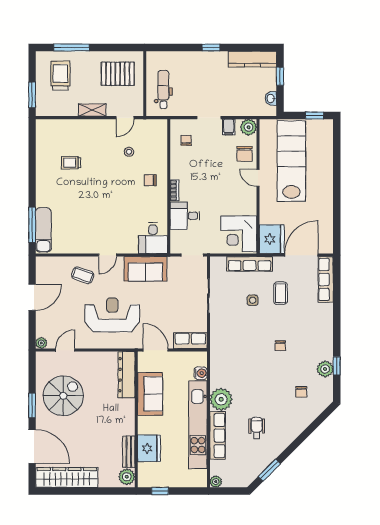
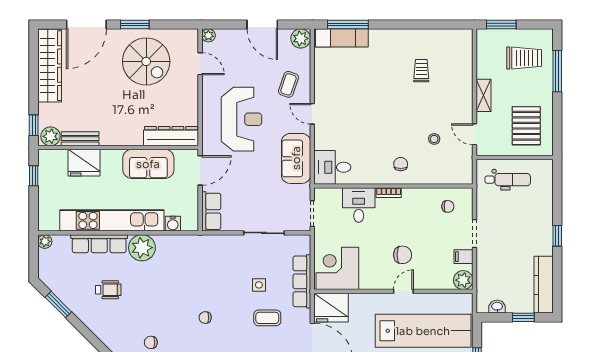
chair: (245, 154) -> (403, 255), moved, turned 180
plant: (44, 265) -> (301, 38), added
window: (117, 491) -> (34, 125), added

